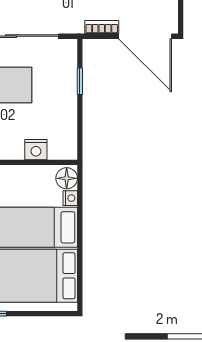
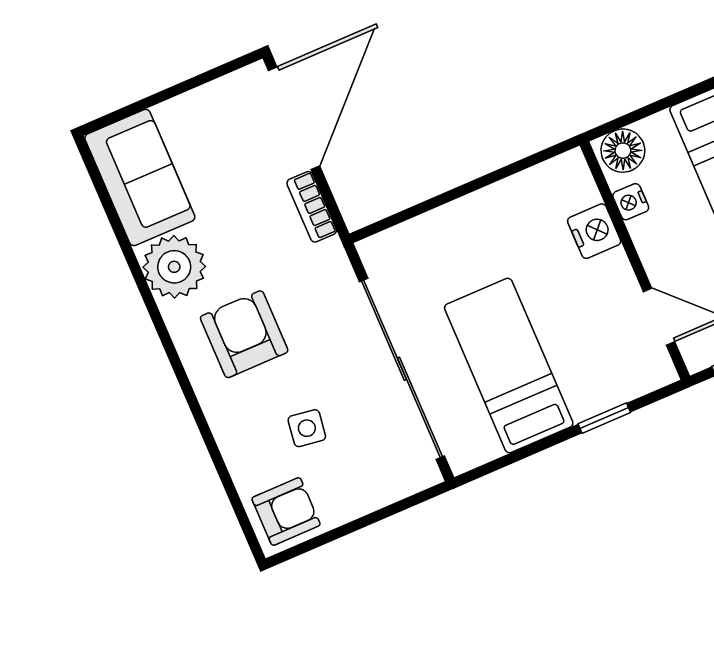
window: (80, 81) -> (431, 204), removed
nightstand: (70, 198) -> (631, 202), moved, turned -90

